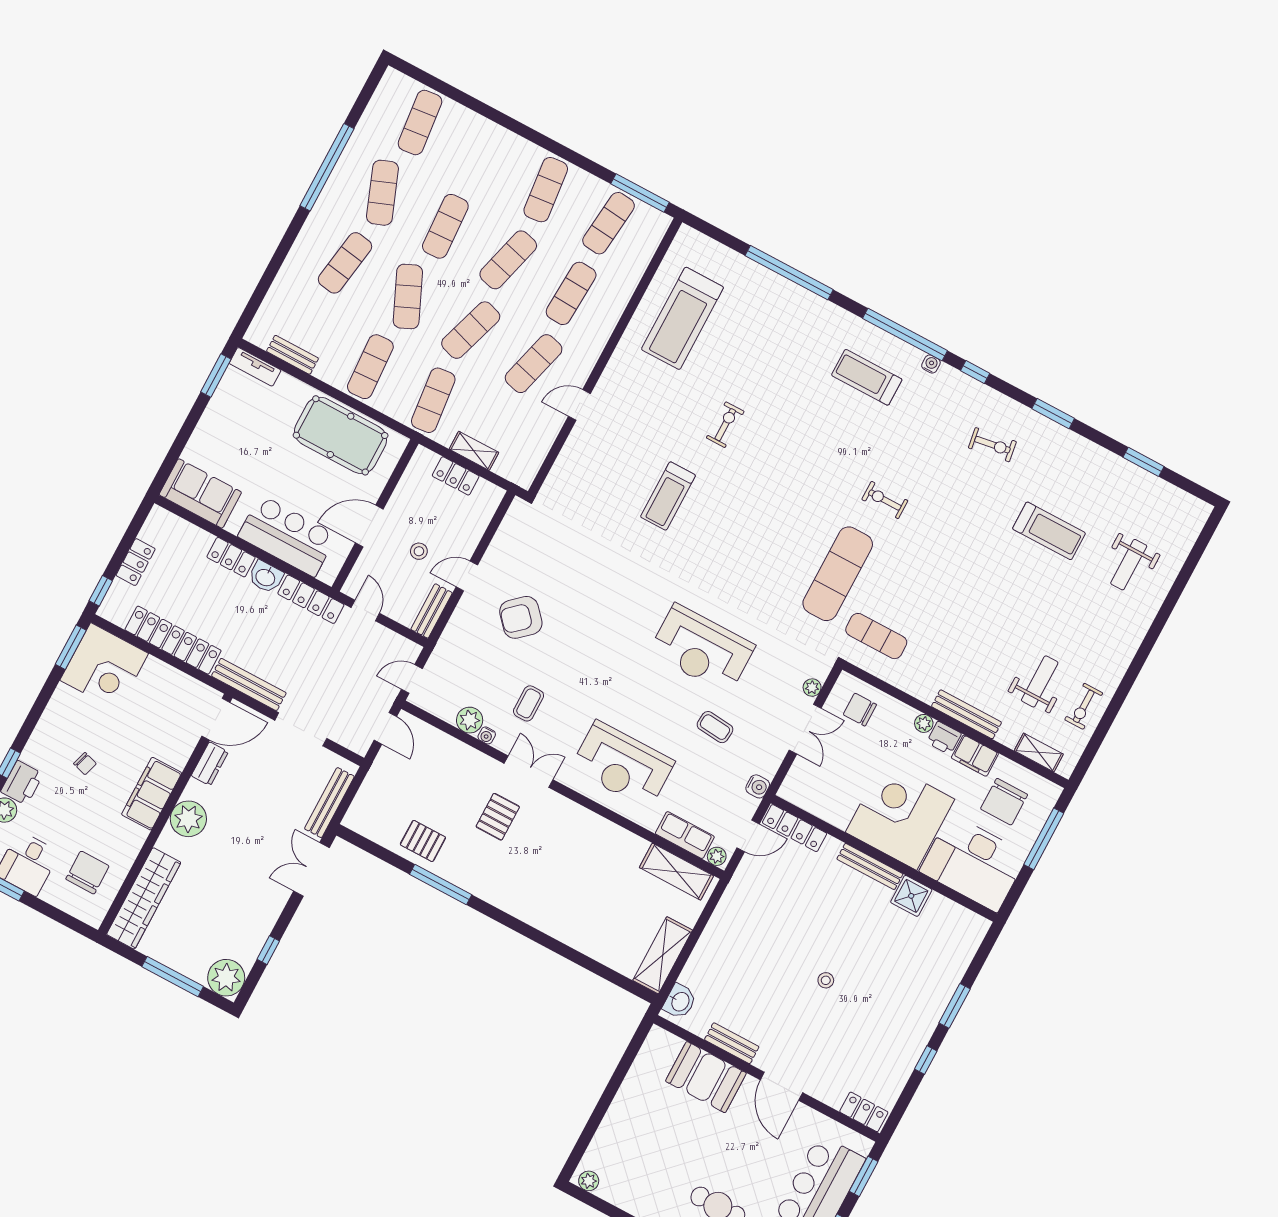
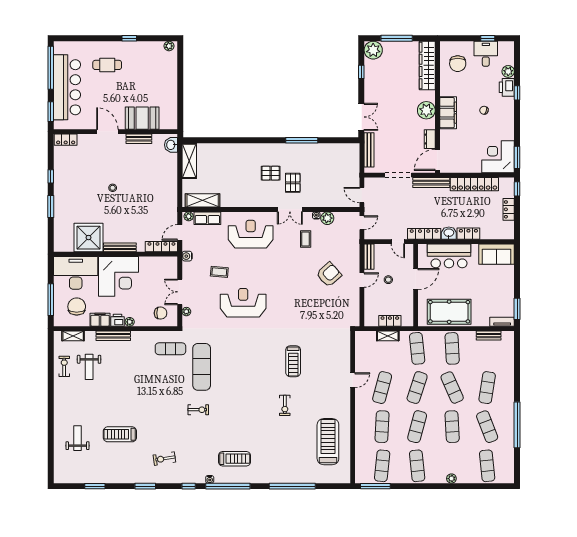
plant: (496, 134) -> (451, 479), added
treadmill: (668, 496) -> (293, 361), turned 180
pallet: (423, 841) -> (271, 173), moved
shower: (911, 896) -> (88, 238), width x1.86, depth x1.86

